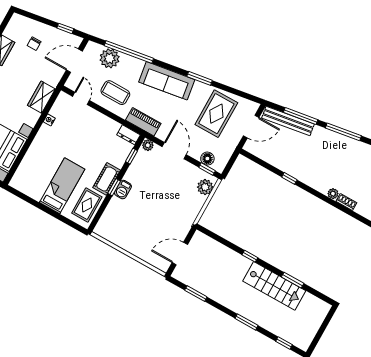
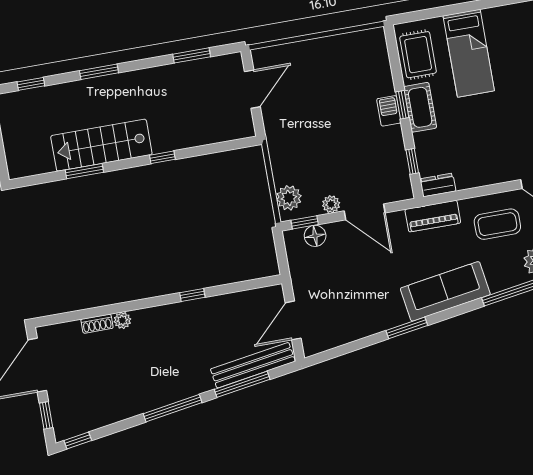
rug: (216, 114) -> (350, 301), removed
plant: (148, 145) -> (331, 204), moved

